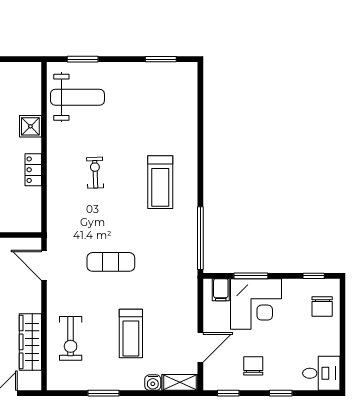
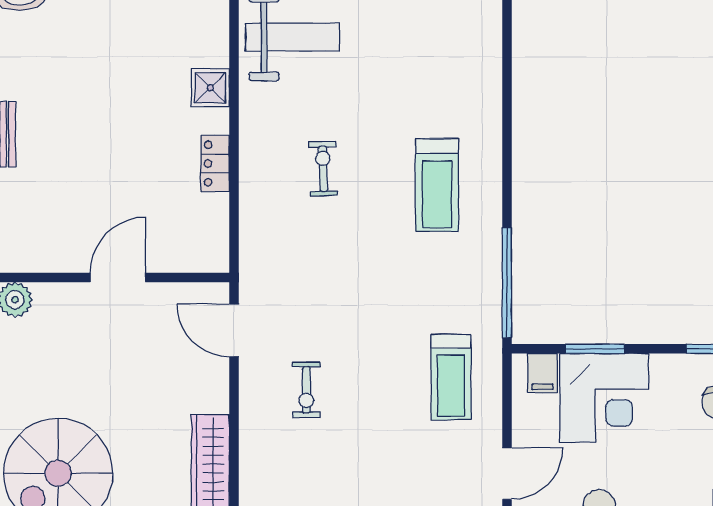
exercise mat: (111, 262) -> (351, 324), removed
treadmill: (131, 334) -> (451, 377), moved
exercise bike: (71, 338) -> (306, 390), moved, width x0.73, depth x0.72

